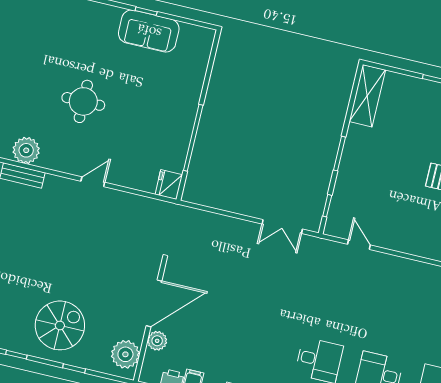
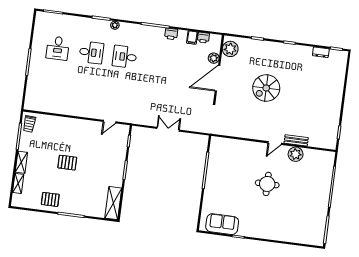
sofa: (149, 31) -> (222, 224), moved
door: (93, 182) -> (275, 143), moved
fridge: (169, 185) -> (216, 144), removed
double door: (282, 227) -> (168, 129), moved
door: (359, 245) -> (109, 122), hinge flipped
spiral stairs: (60, 325) -> (266, 88), moved

